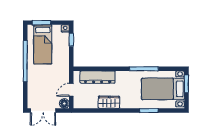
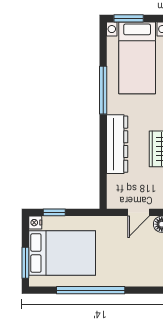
bed: (43, 44) -> (62, 253), width x1.50
dresser: (98, 77) -> (117, 144), moved
door: (71, 90) -> (139, 212), hinge flipped

